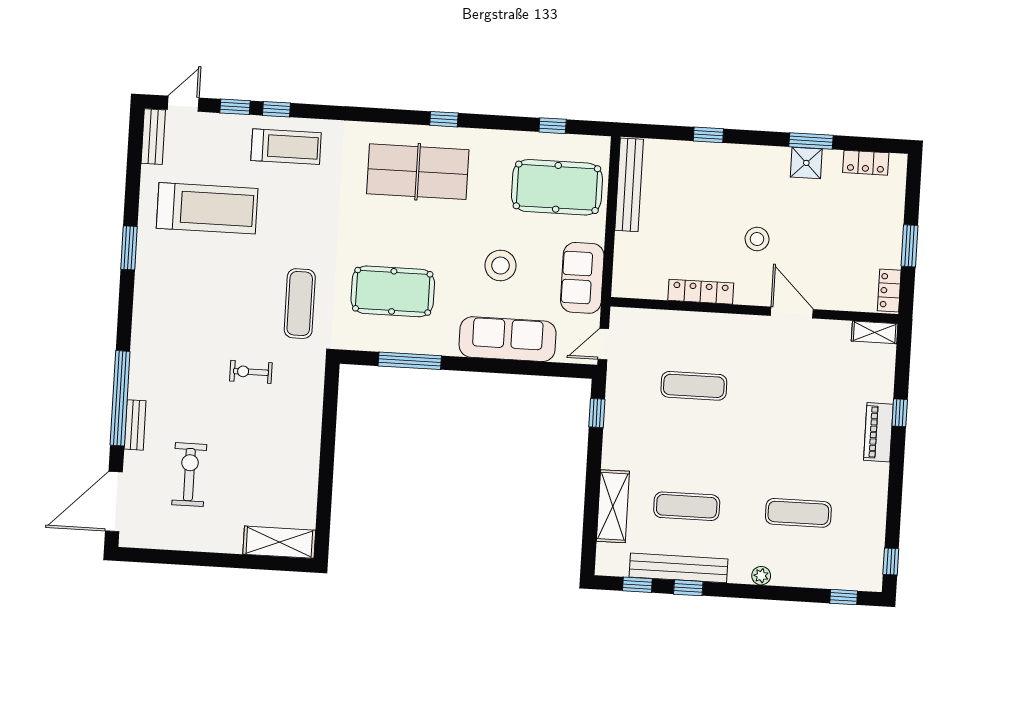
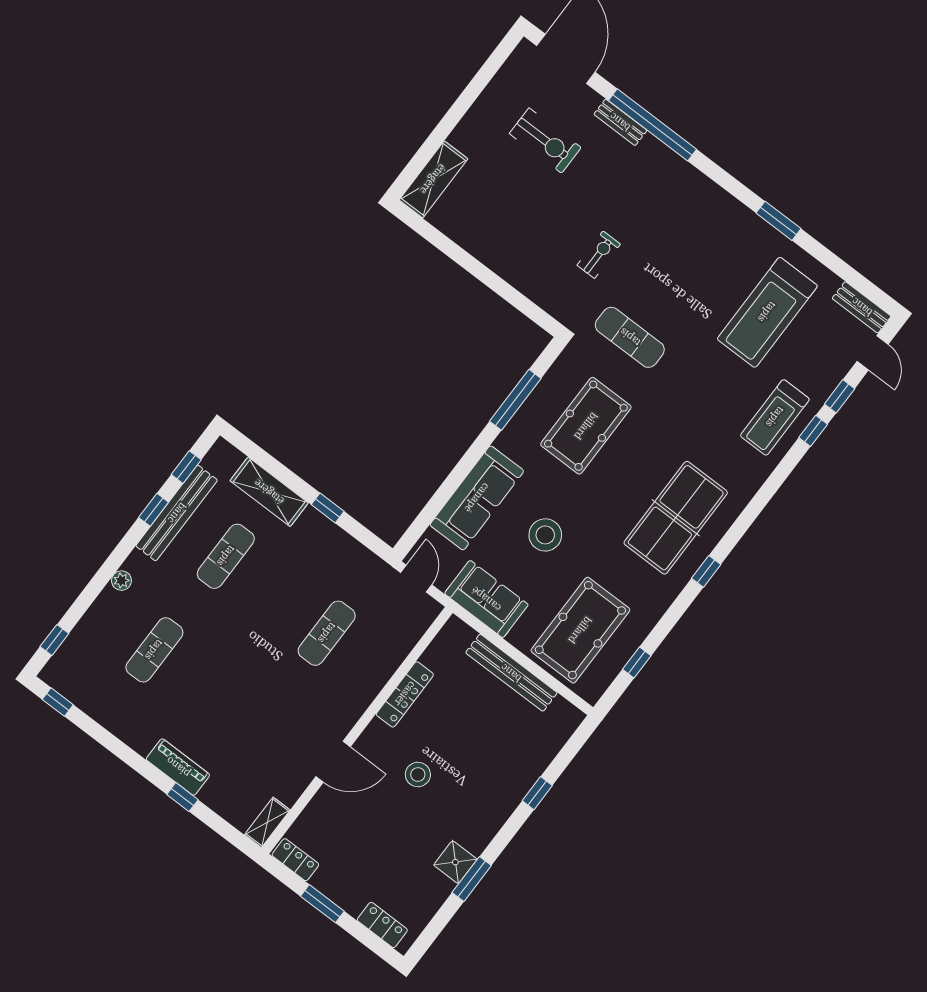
locker: (866, 163) -> (382, 925), moved, turned 90
bench: (629, 185) -> (511, 673), moved
window: (597, 413) -> (328, 508), moved

